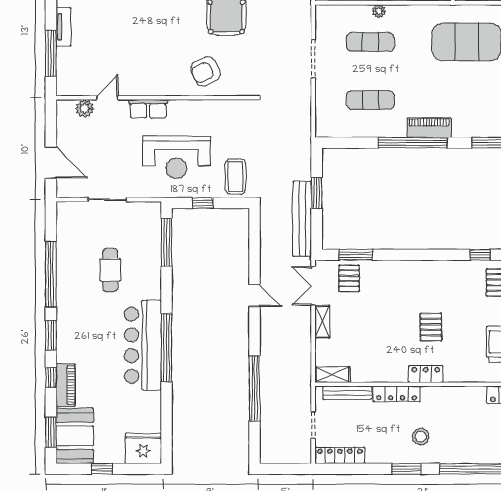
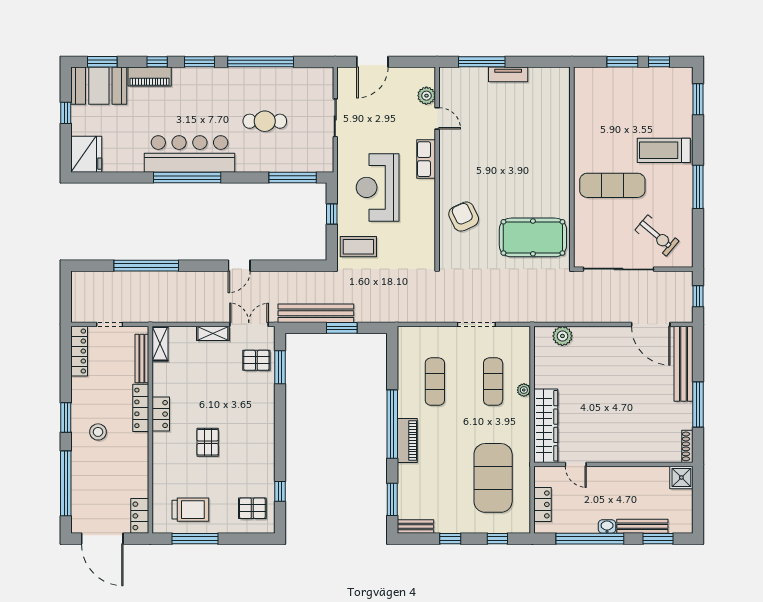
pallet: (431, 327) -> (208, 442), turned 90
locker: (426, 374) -> (161, 414), moved

